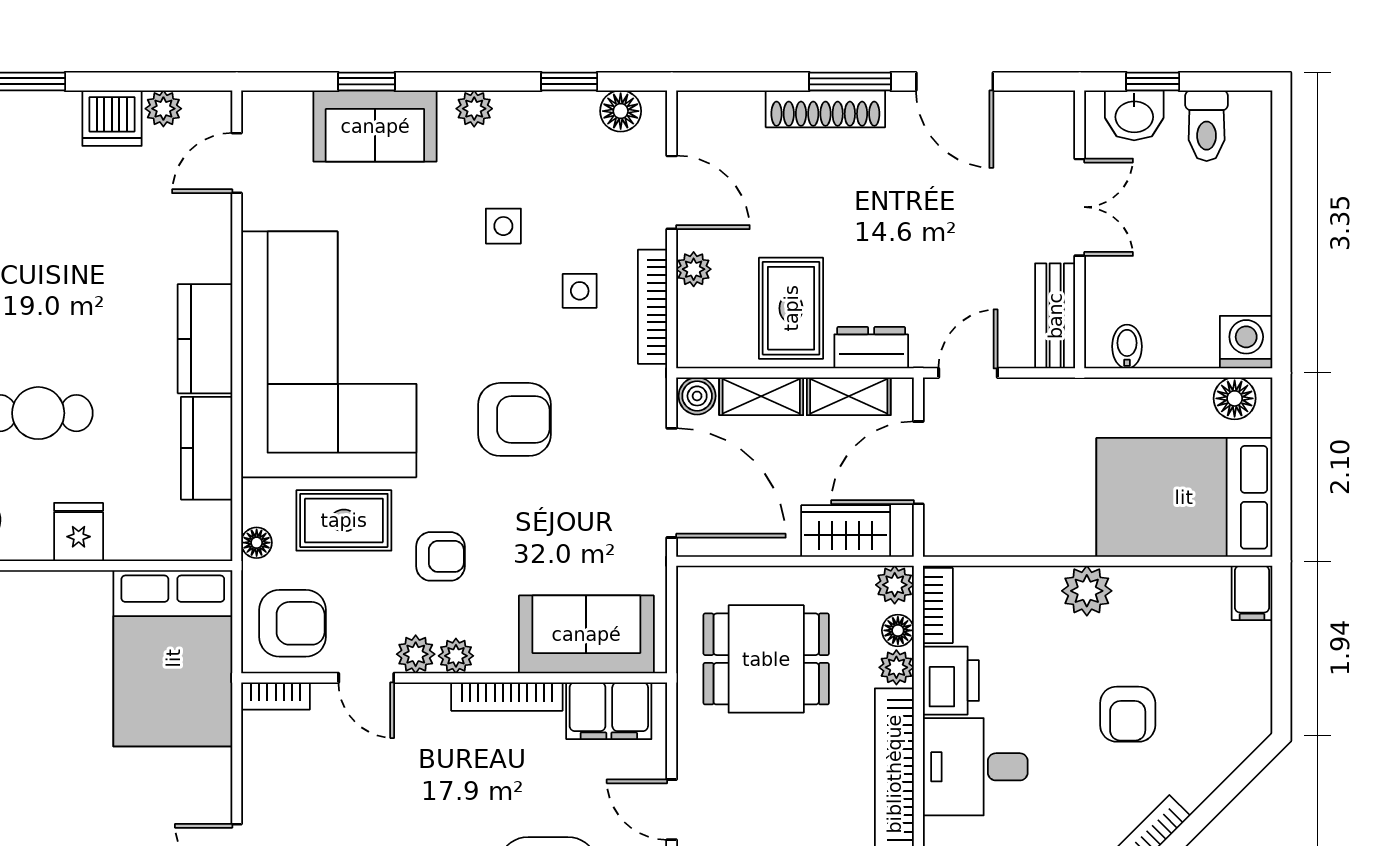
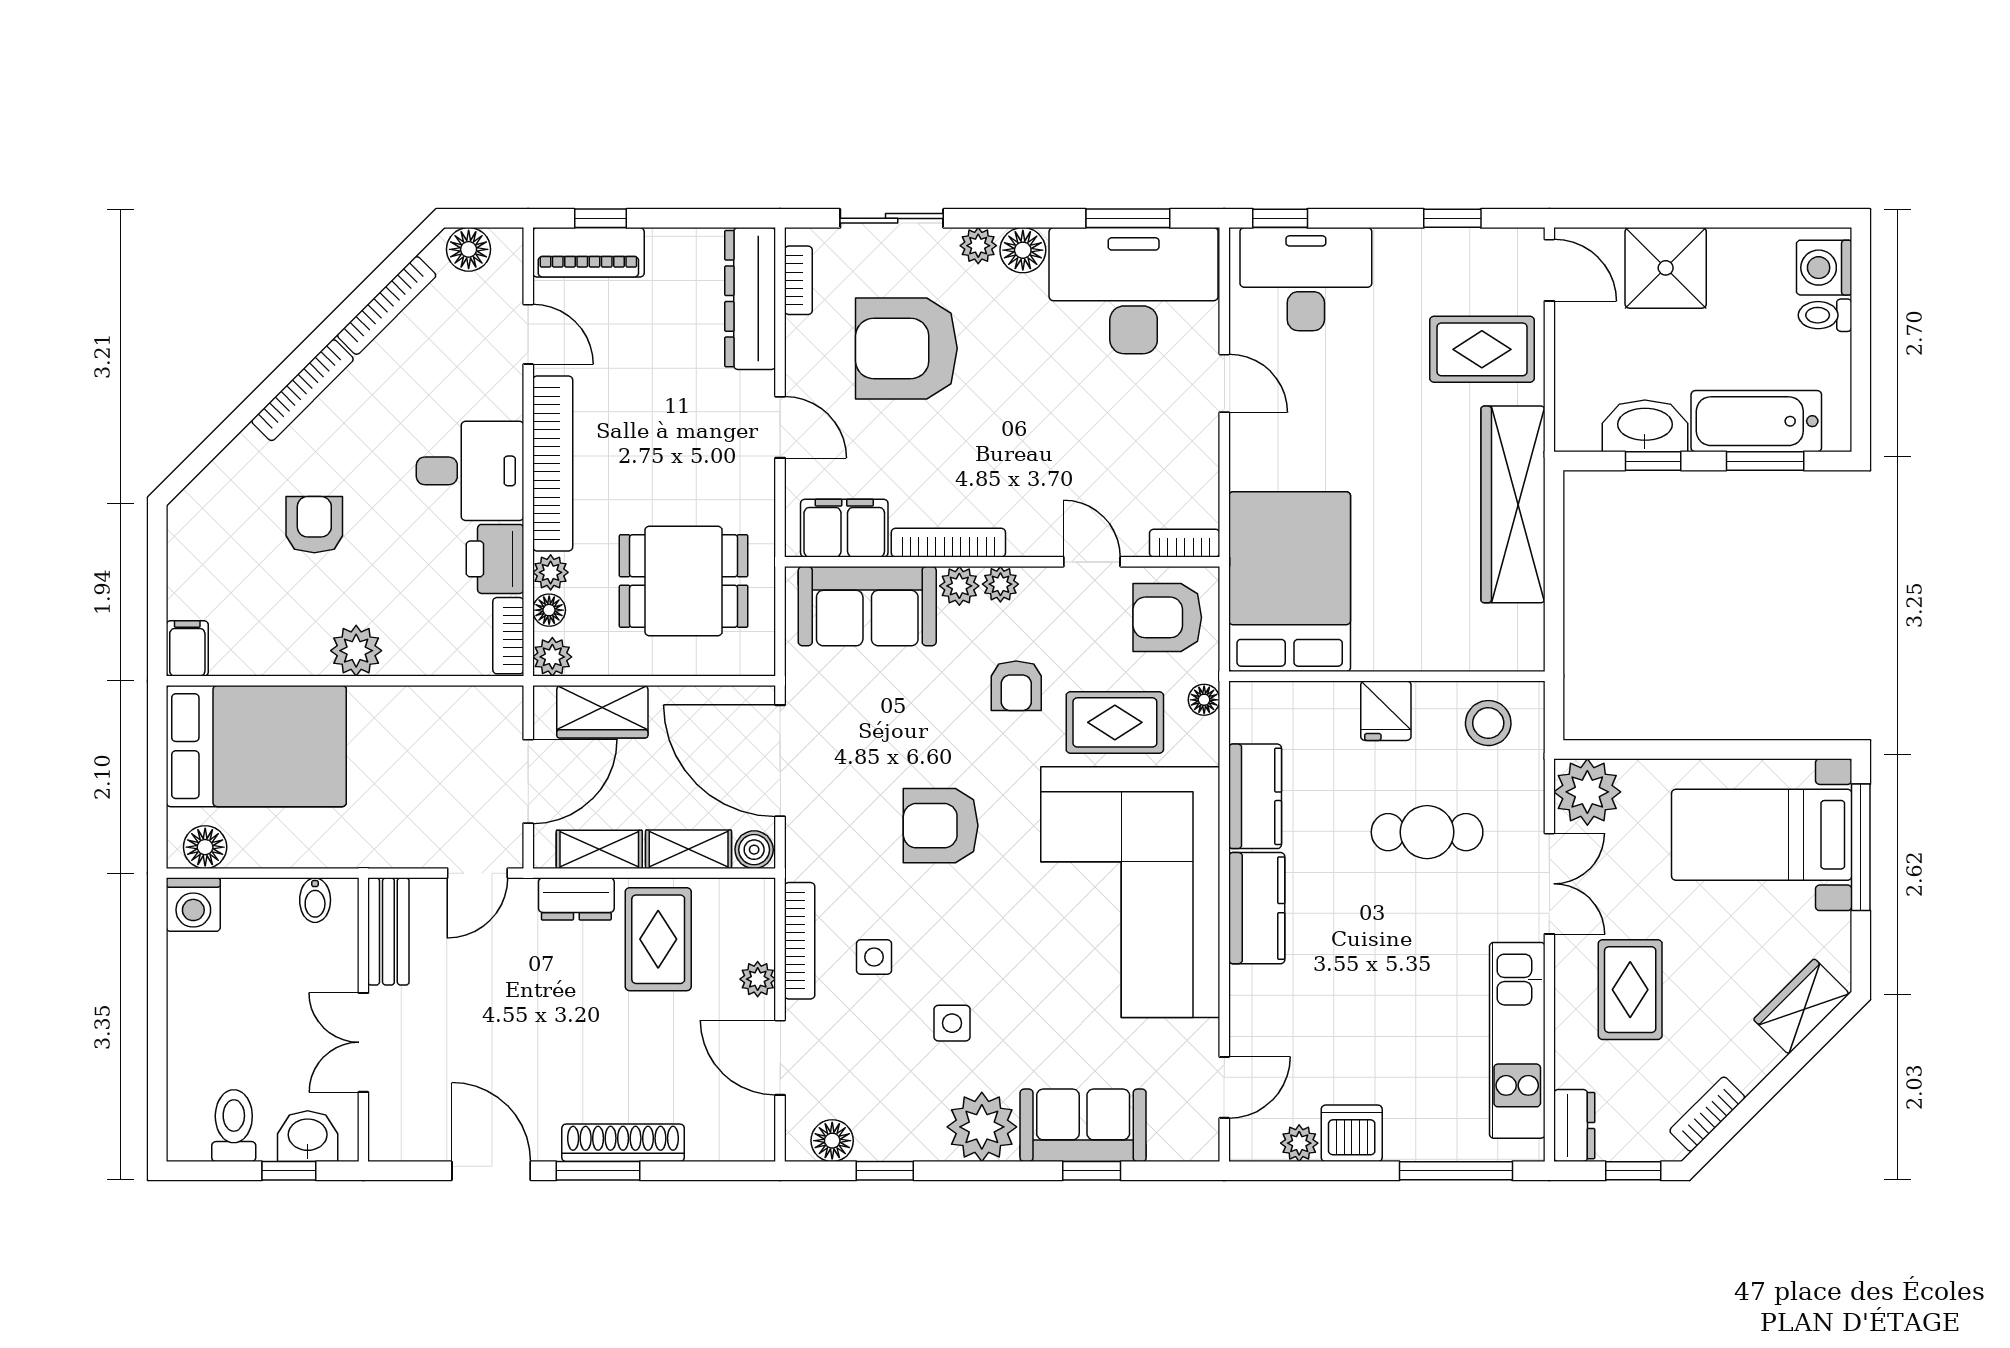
plant: (474, 109) -> (982, 1127), width x1.88, depth x1.88
armchair: (440, 556) -> (1016, 686), turned -90
plant: (416, 654) -> (959, 586), moved

